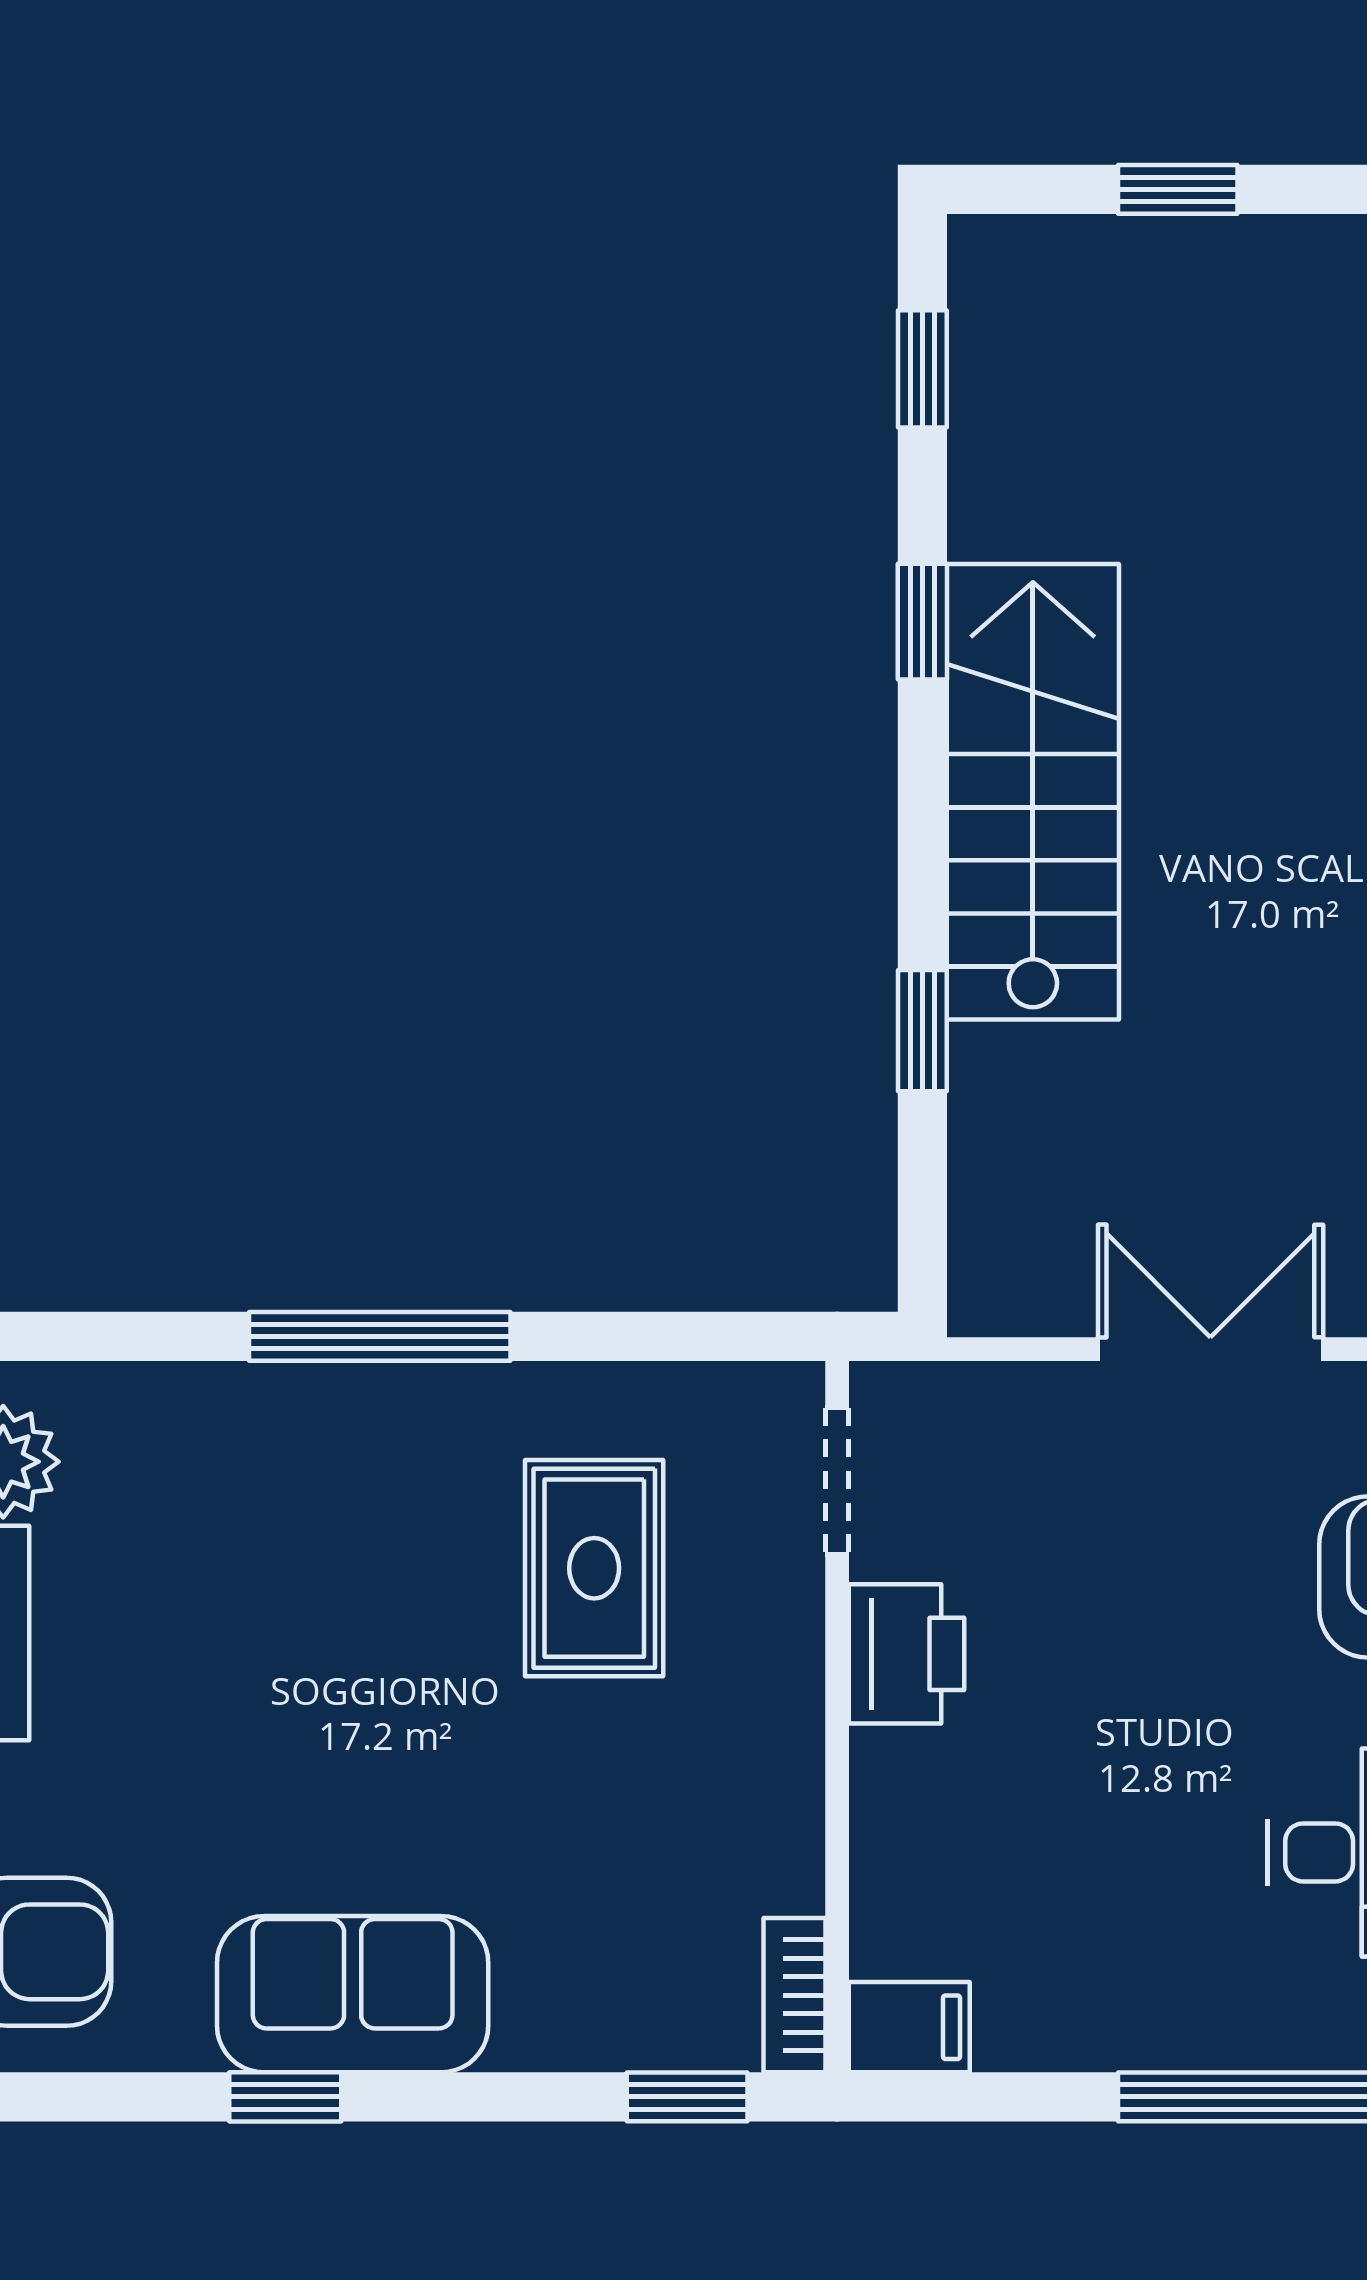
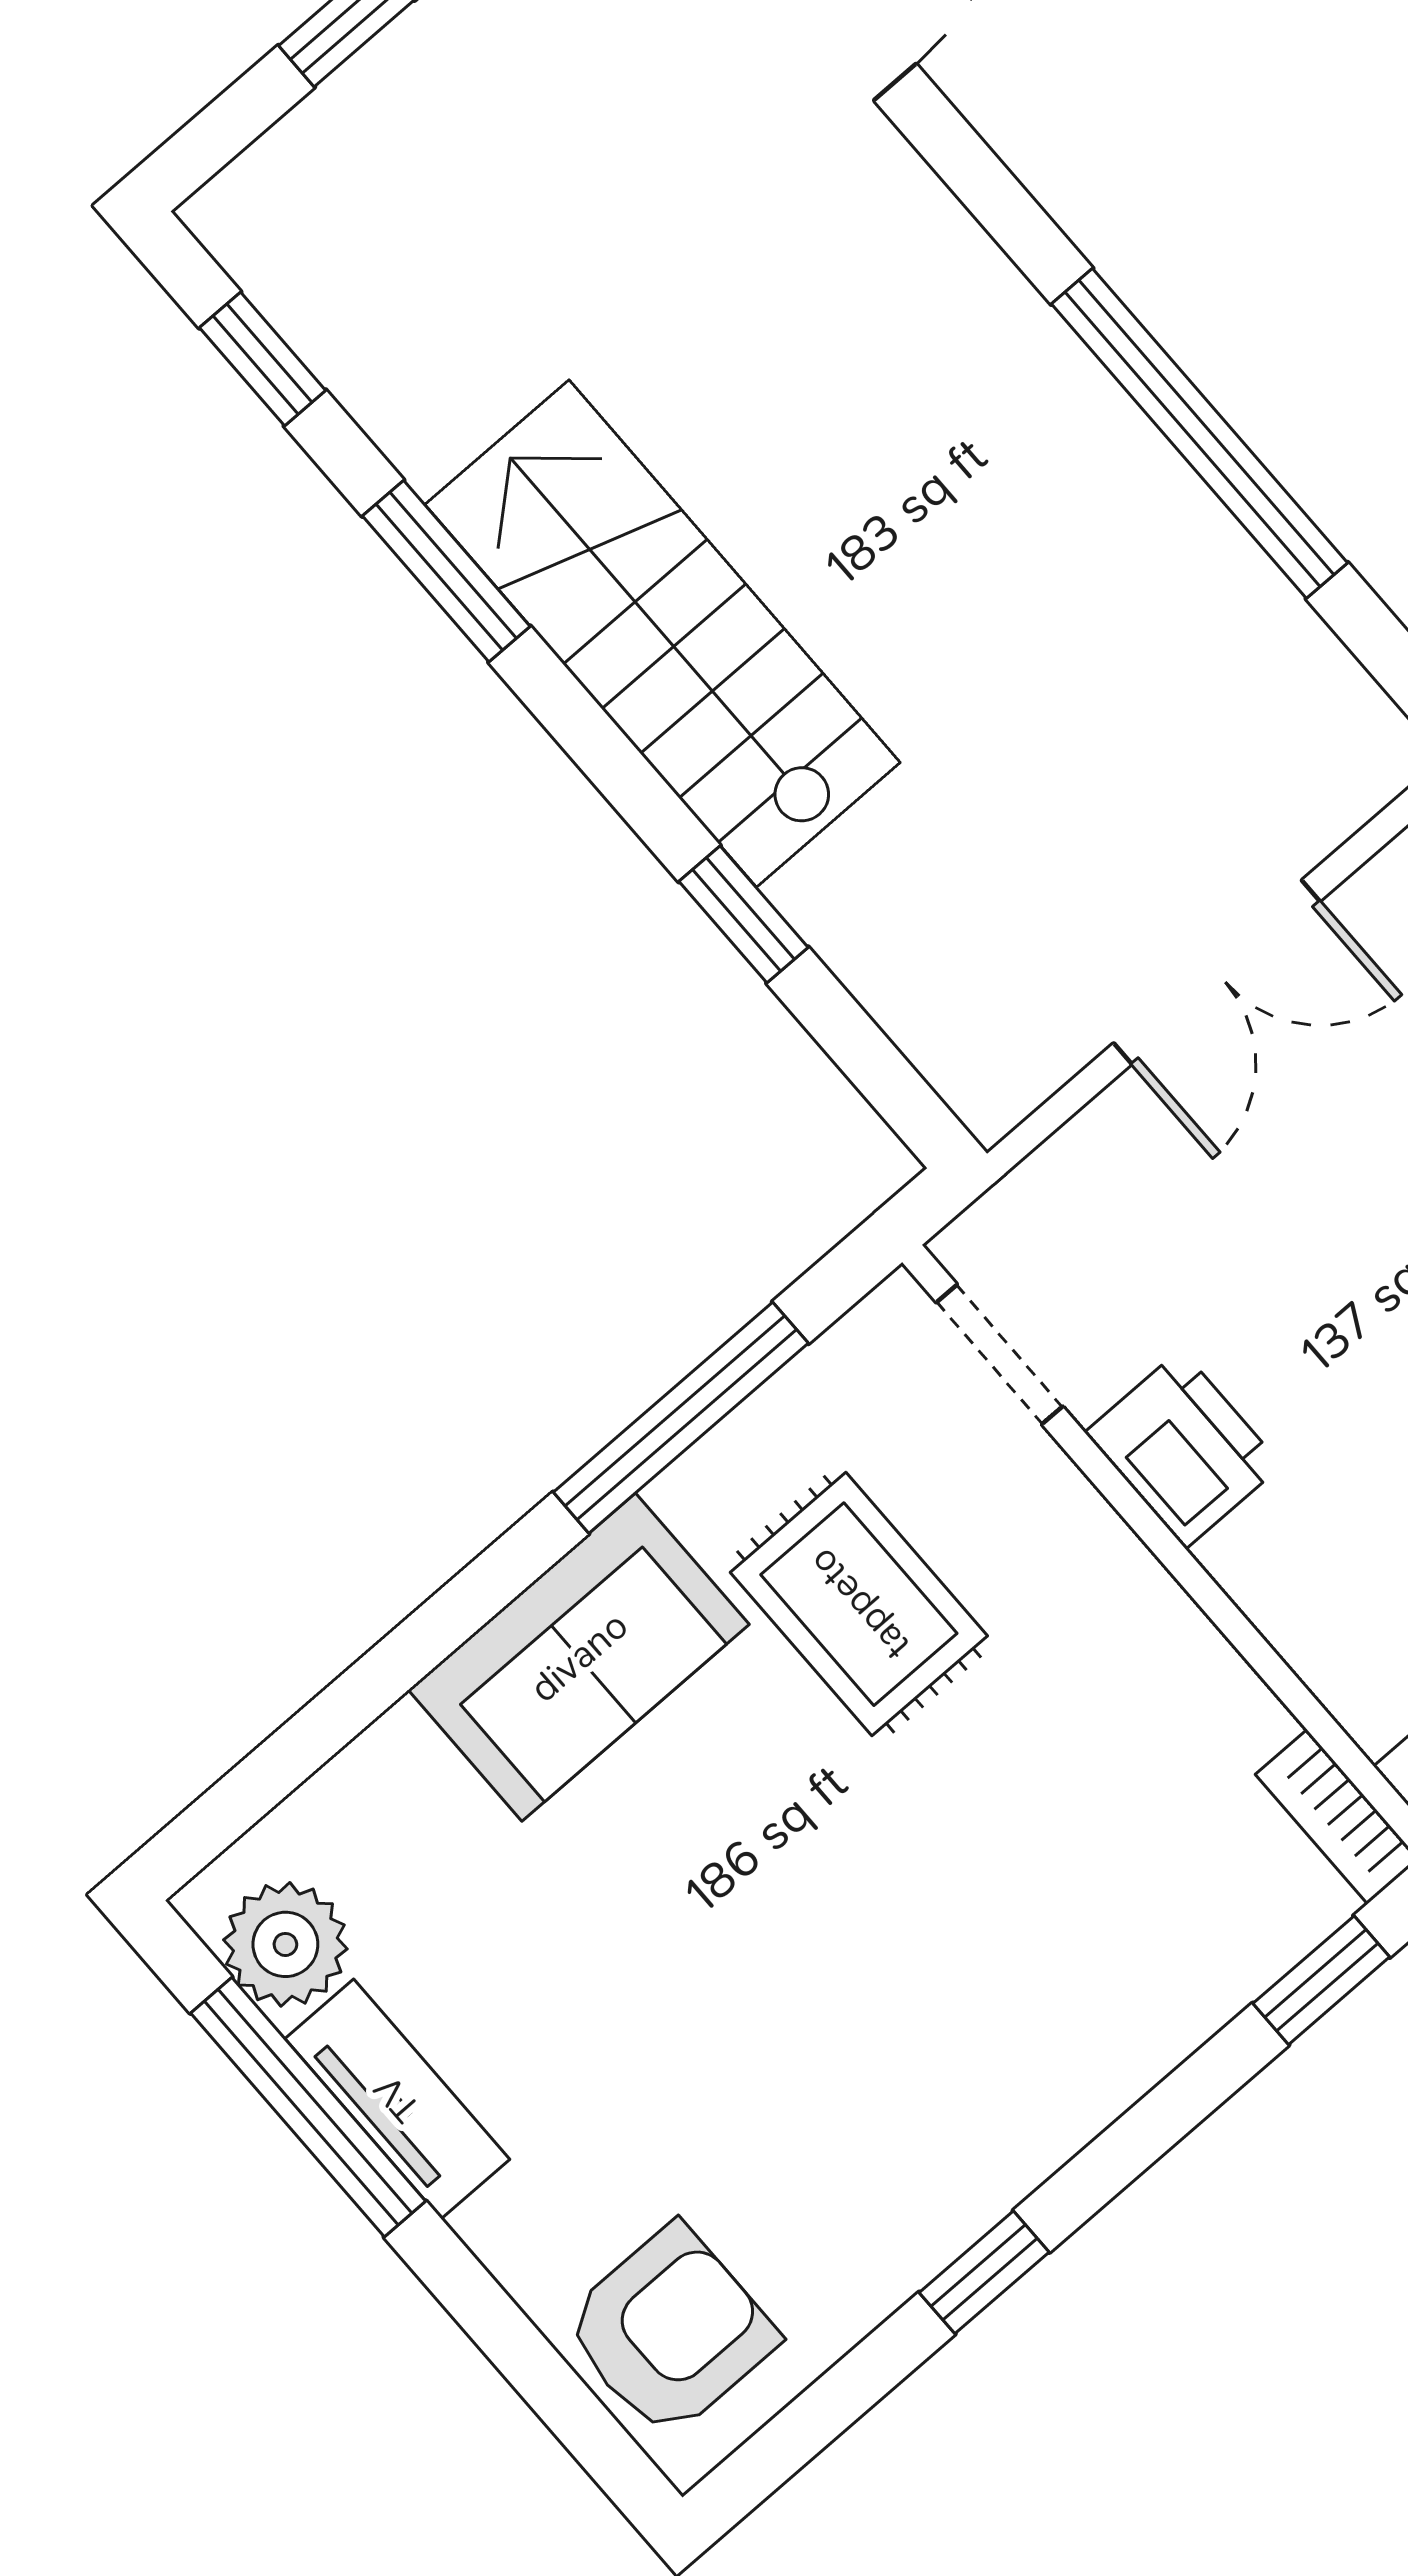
window: (922, 622) -> (446, 571), width x1.50
window: (380, 1336) -> (681, 1418), moved
double door: (1210, 1349) -> (1217, 972), swing flipped
sofa: (353, 1994) -> (579, 1657), moved, turned 180

